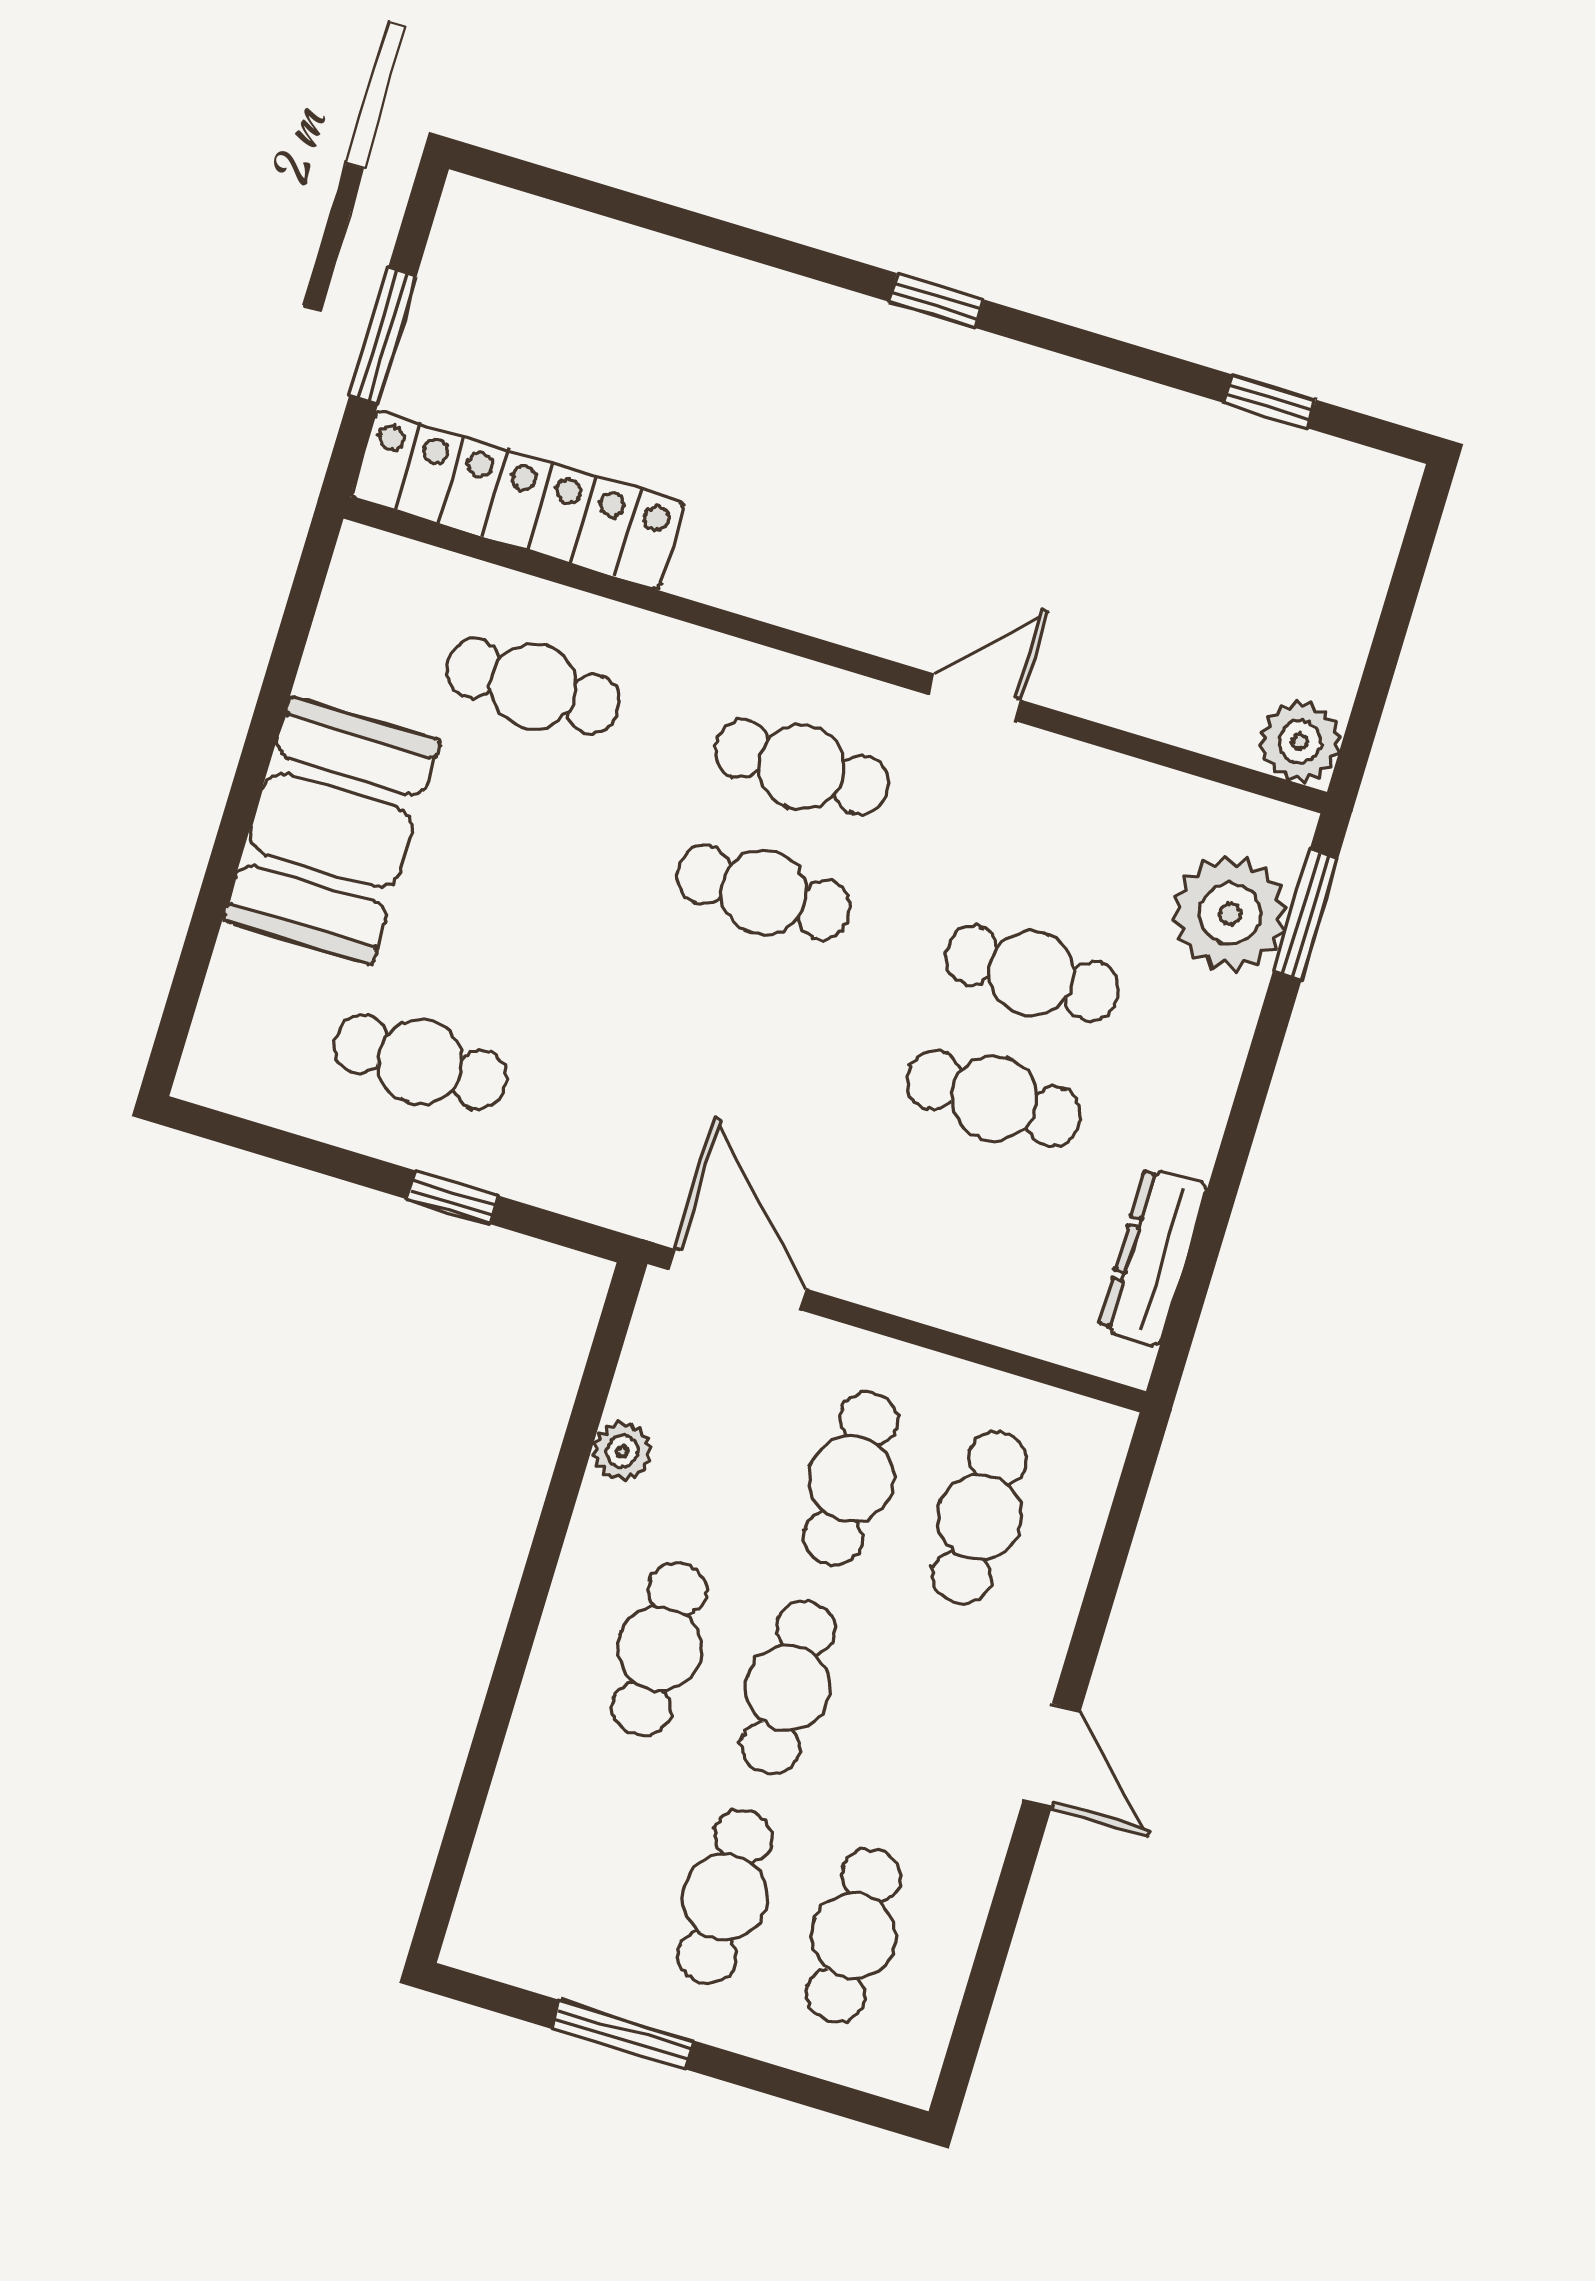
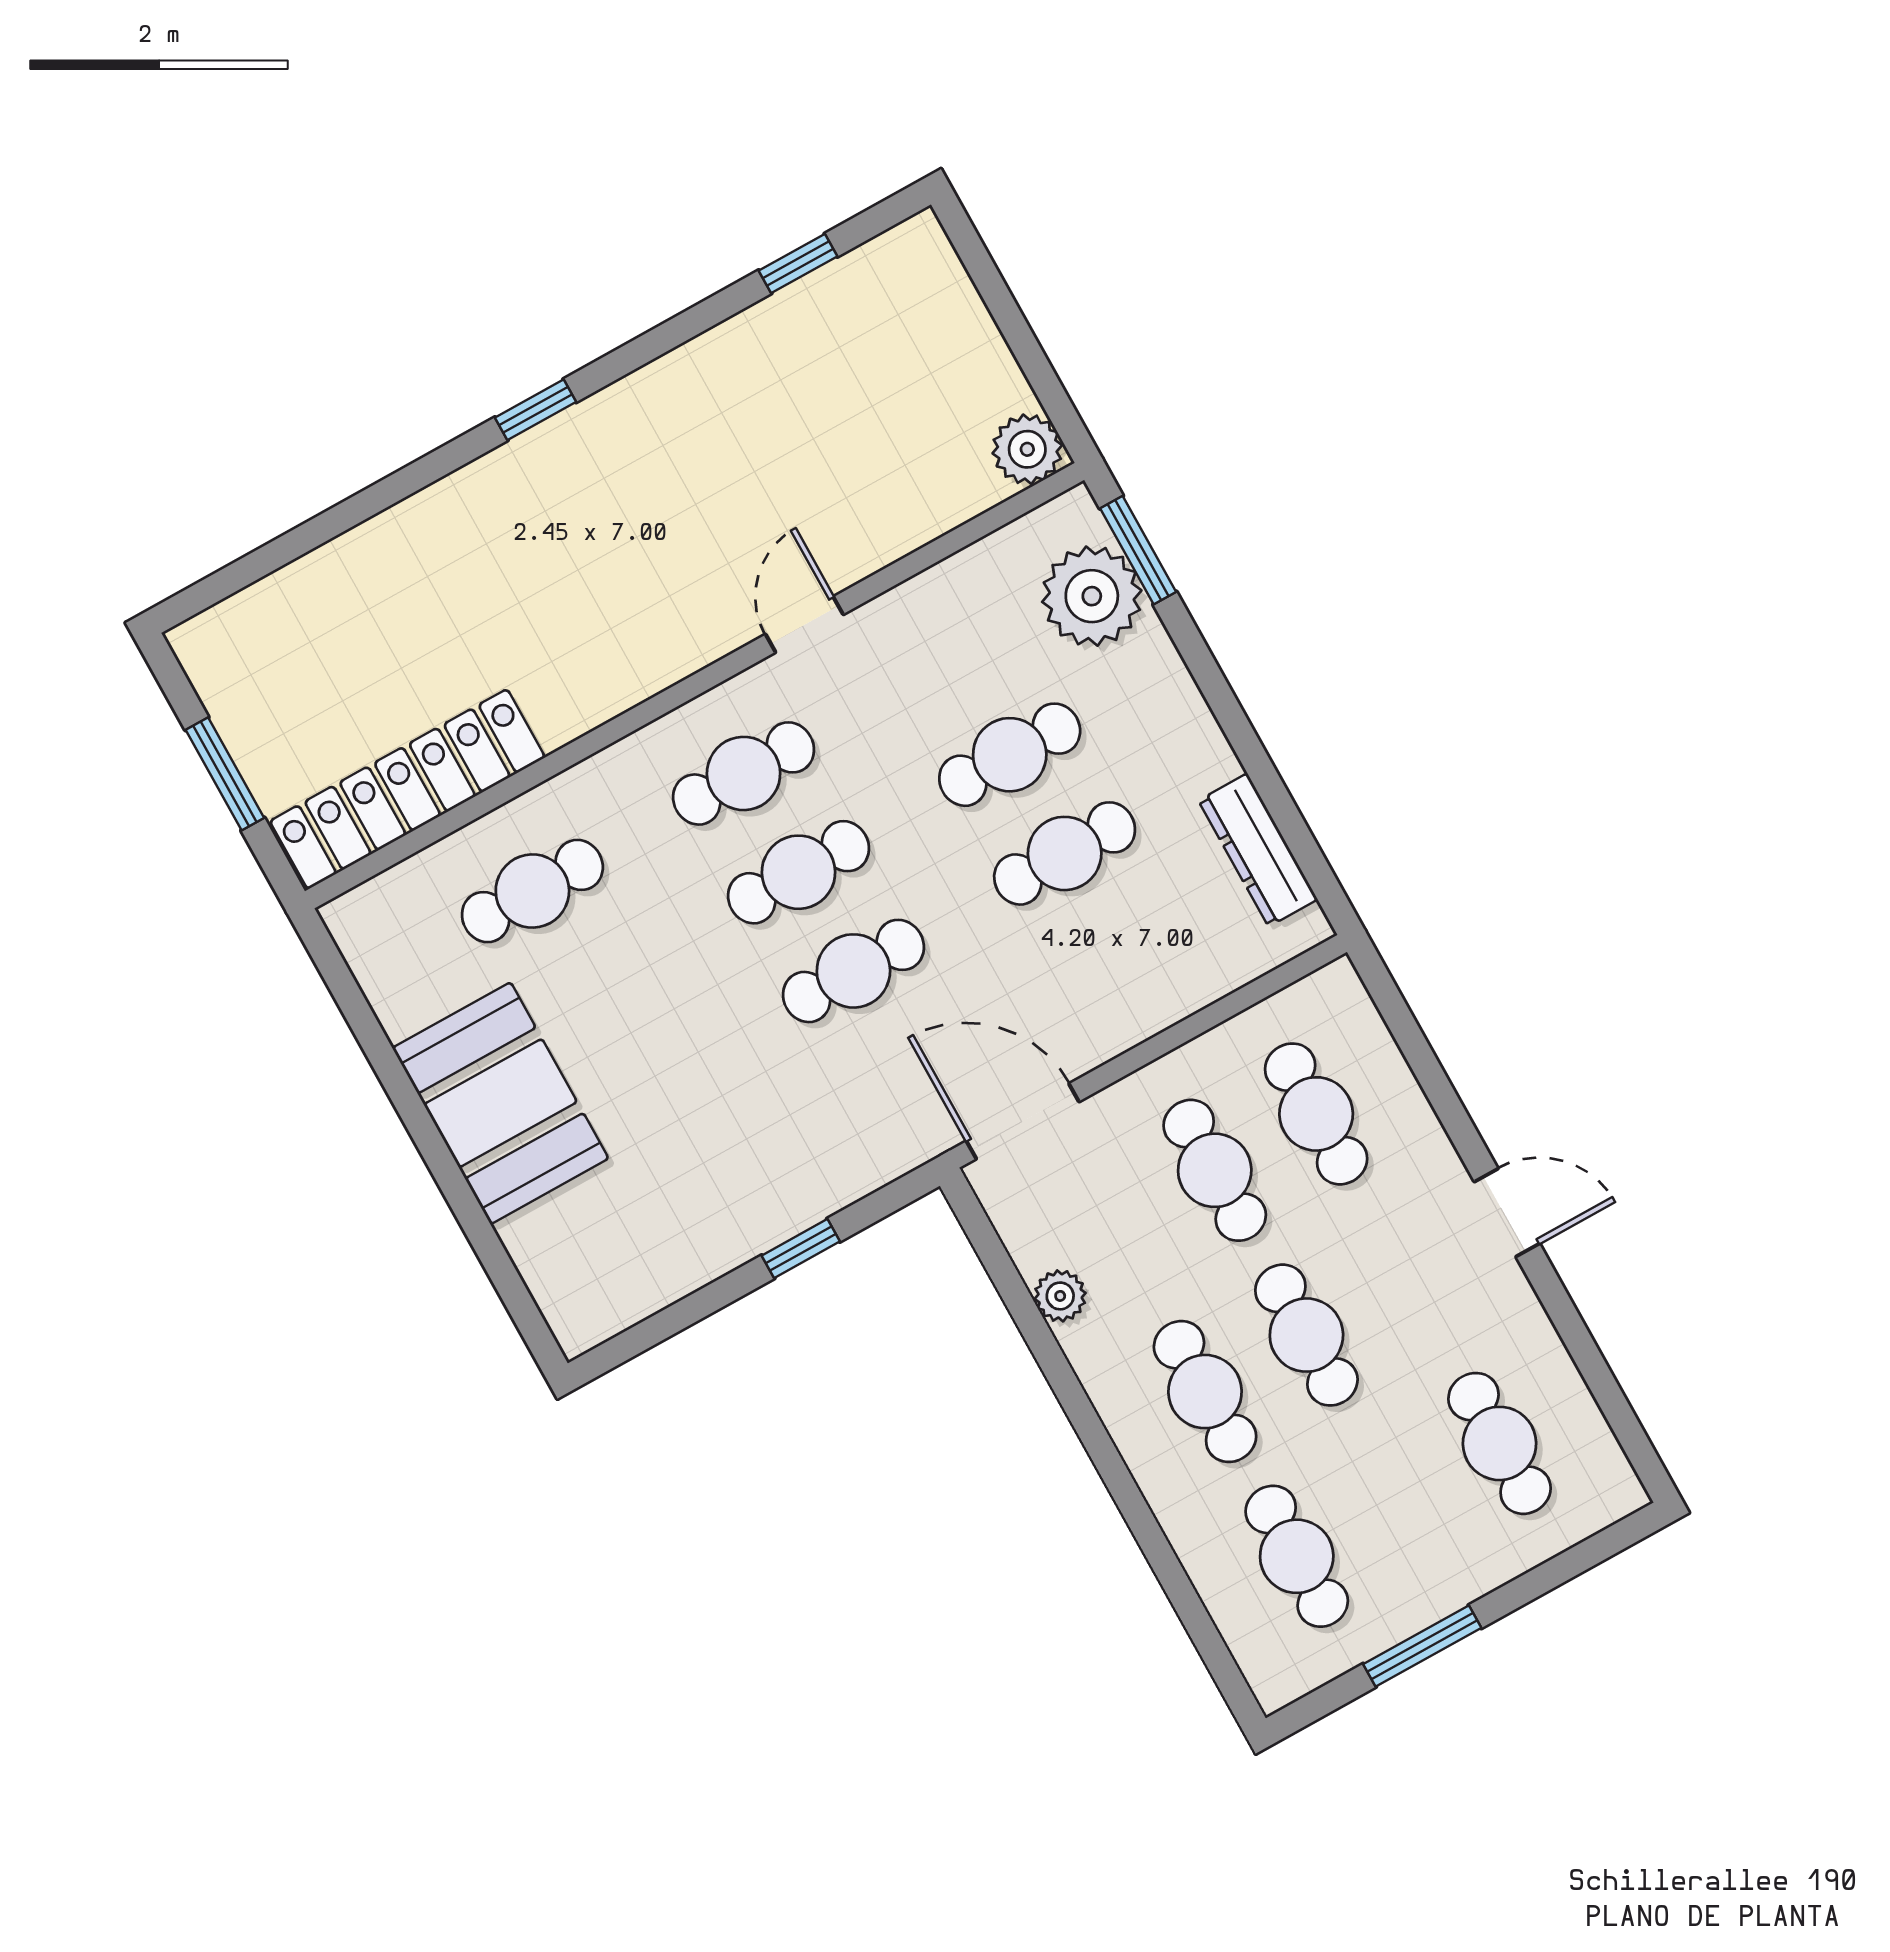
cafe table: (420, 1062) -> (853, 971), moved
cafe table: (725, 1897) -> (1297, 1556), moved

